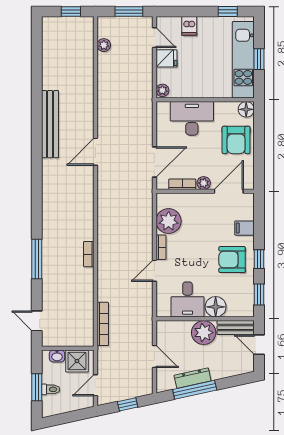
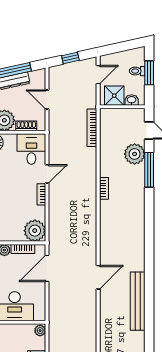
plant: (169, 221) -> (35, 231), moved
window: (37, 259) -> (149, 170), moved
plant: (54, 294) -> (135, 154), added
desk: (188, 300) -> (31, 149), moved
shoe rack: (178, 326) -> (26, 126), added

